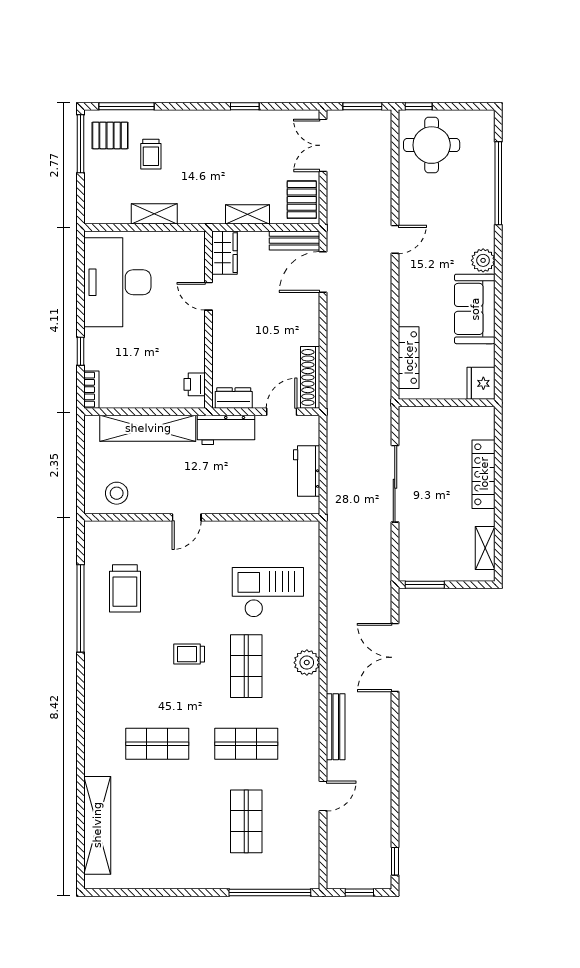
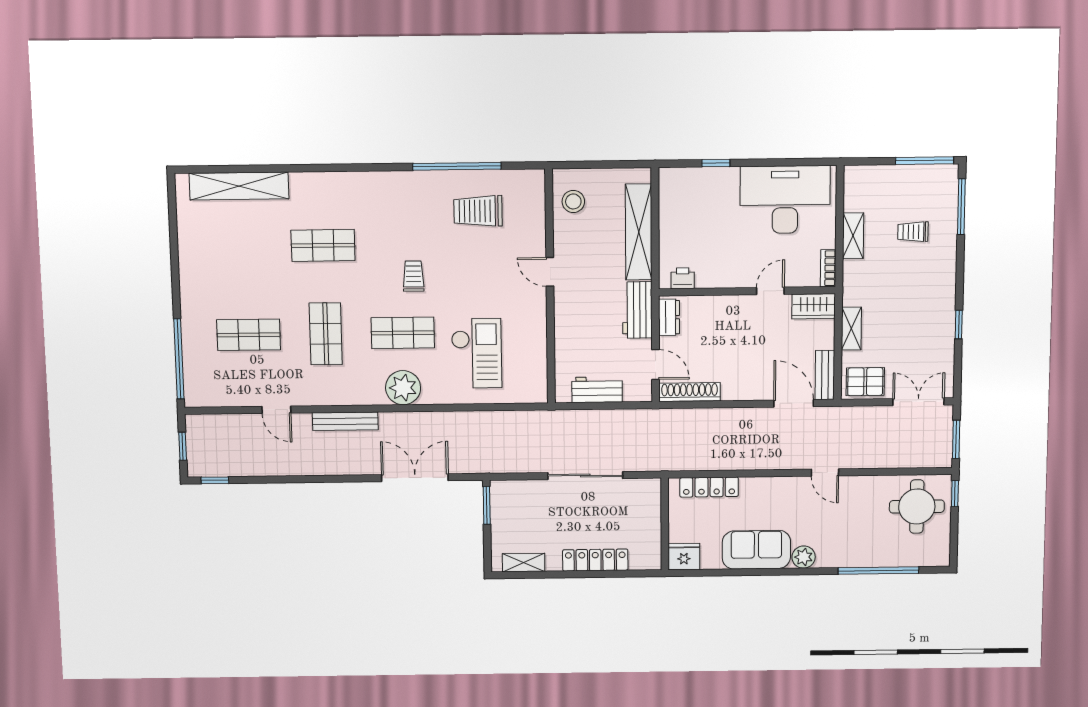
pallet: (110, 135) -> (932, 190), removed
bookcase: (91, 390) -> (828, 268), moved, turned 90
plant: (307, 663) -> (403, 388), width x1.36, depth x1.36
shop shelf: (157, 744) -> (323, 245), turned 90

